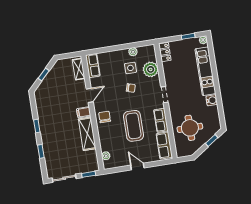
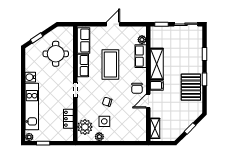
locker: (165, 52) -> (68, 119), moved
row of seats: (93, 66) -> (141, 56), moved
plant: (151, 69) -> (85, 127), moved
pallet: (49, 116) -> (191, 87), added
chair: (105, 117) -> (137, 88), moved
door: (137, 167) -> (113, 24), swing flipped

